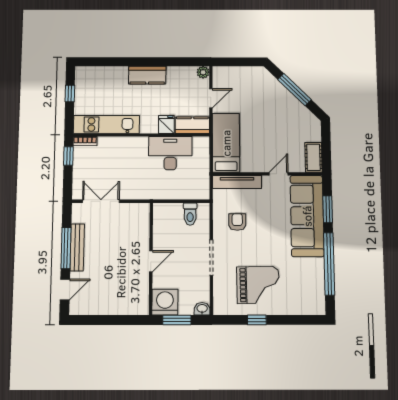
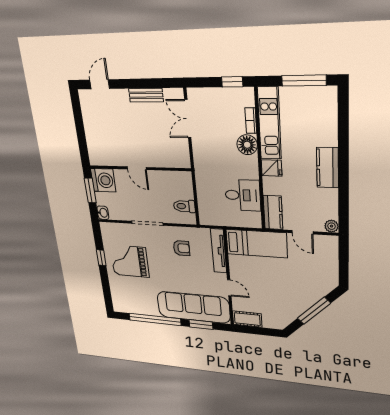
window: (70, 93) -> (304, 81), width x2.17
fridge: (166, 124) -> (272, 168), moved
bookcase: (85, 141) -> (251, 121), moved
floor lamp: (126, 146) -> (247, 145), added
desk: (170, 153) -> (243, 195), width x0.73
double door: (101, 201) -> (188, 119), swing flipped
bench: (77, 247) -> (146, 95), width x0.73
window: (66, 248) -> (138, 84), removed
grand piano: (258, 285) -> (130, 261), turned 91
door: (65, 290) -> (100, 84), swing flipped

